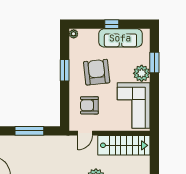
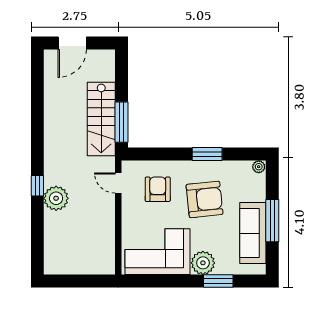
window: (112, 24) -> (272, 221), width x2.17
window: (29, 131) -> (121, 122), moved
stairs: (124, 145) -> (101, 119), moved

